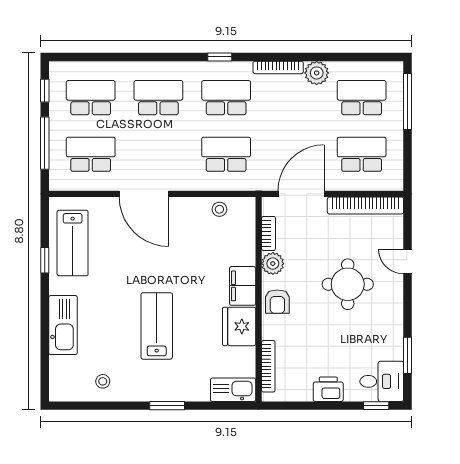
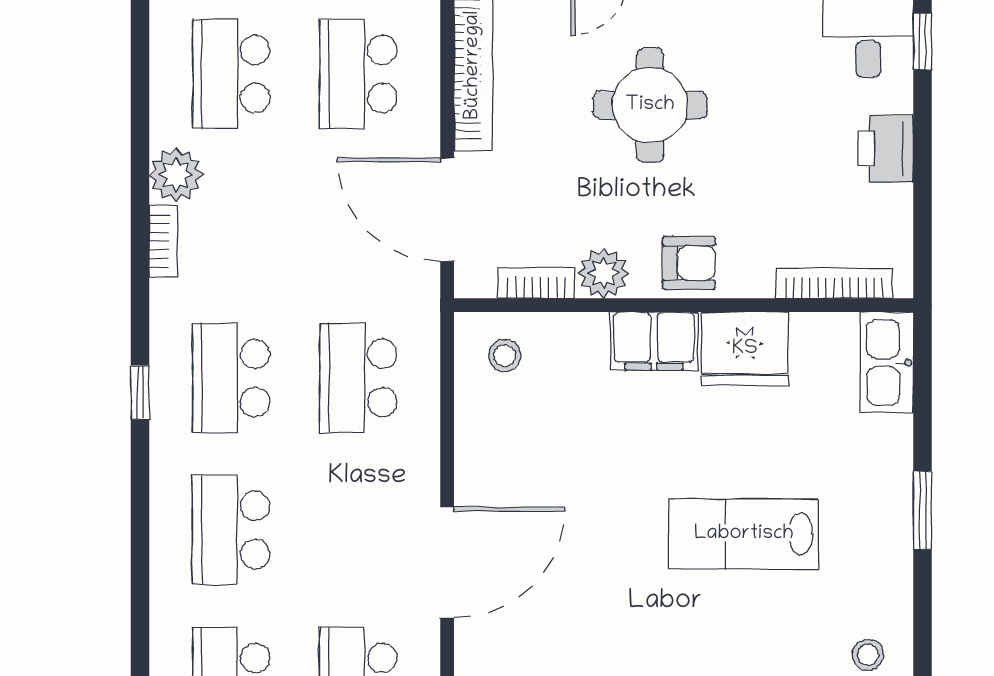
bookcase: (278, 67) -> (164, 241), width x0.64
stool: (219, 209) -> (505, 356), moved

